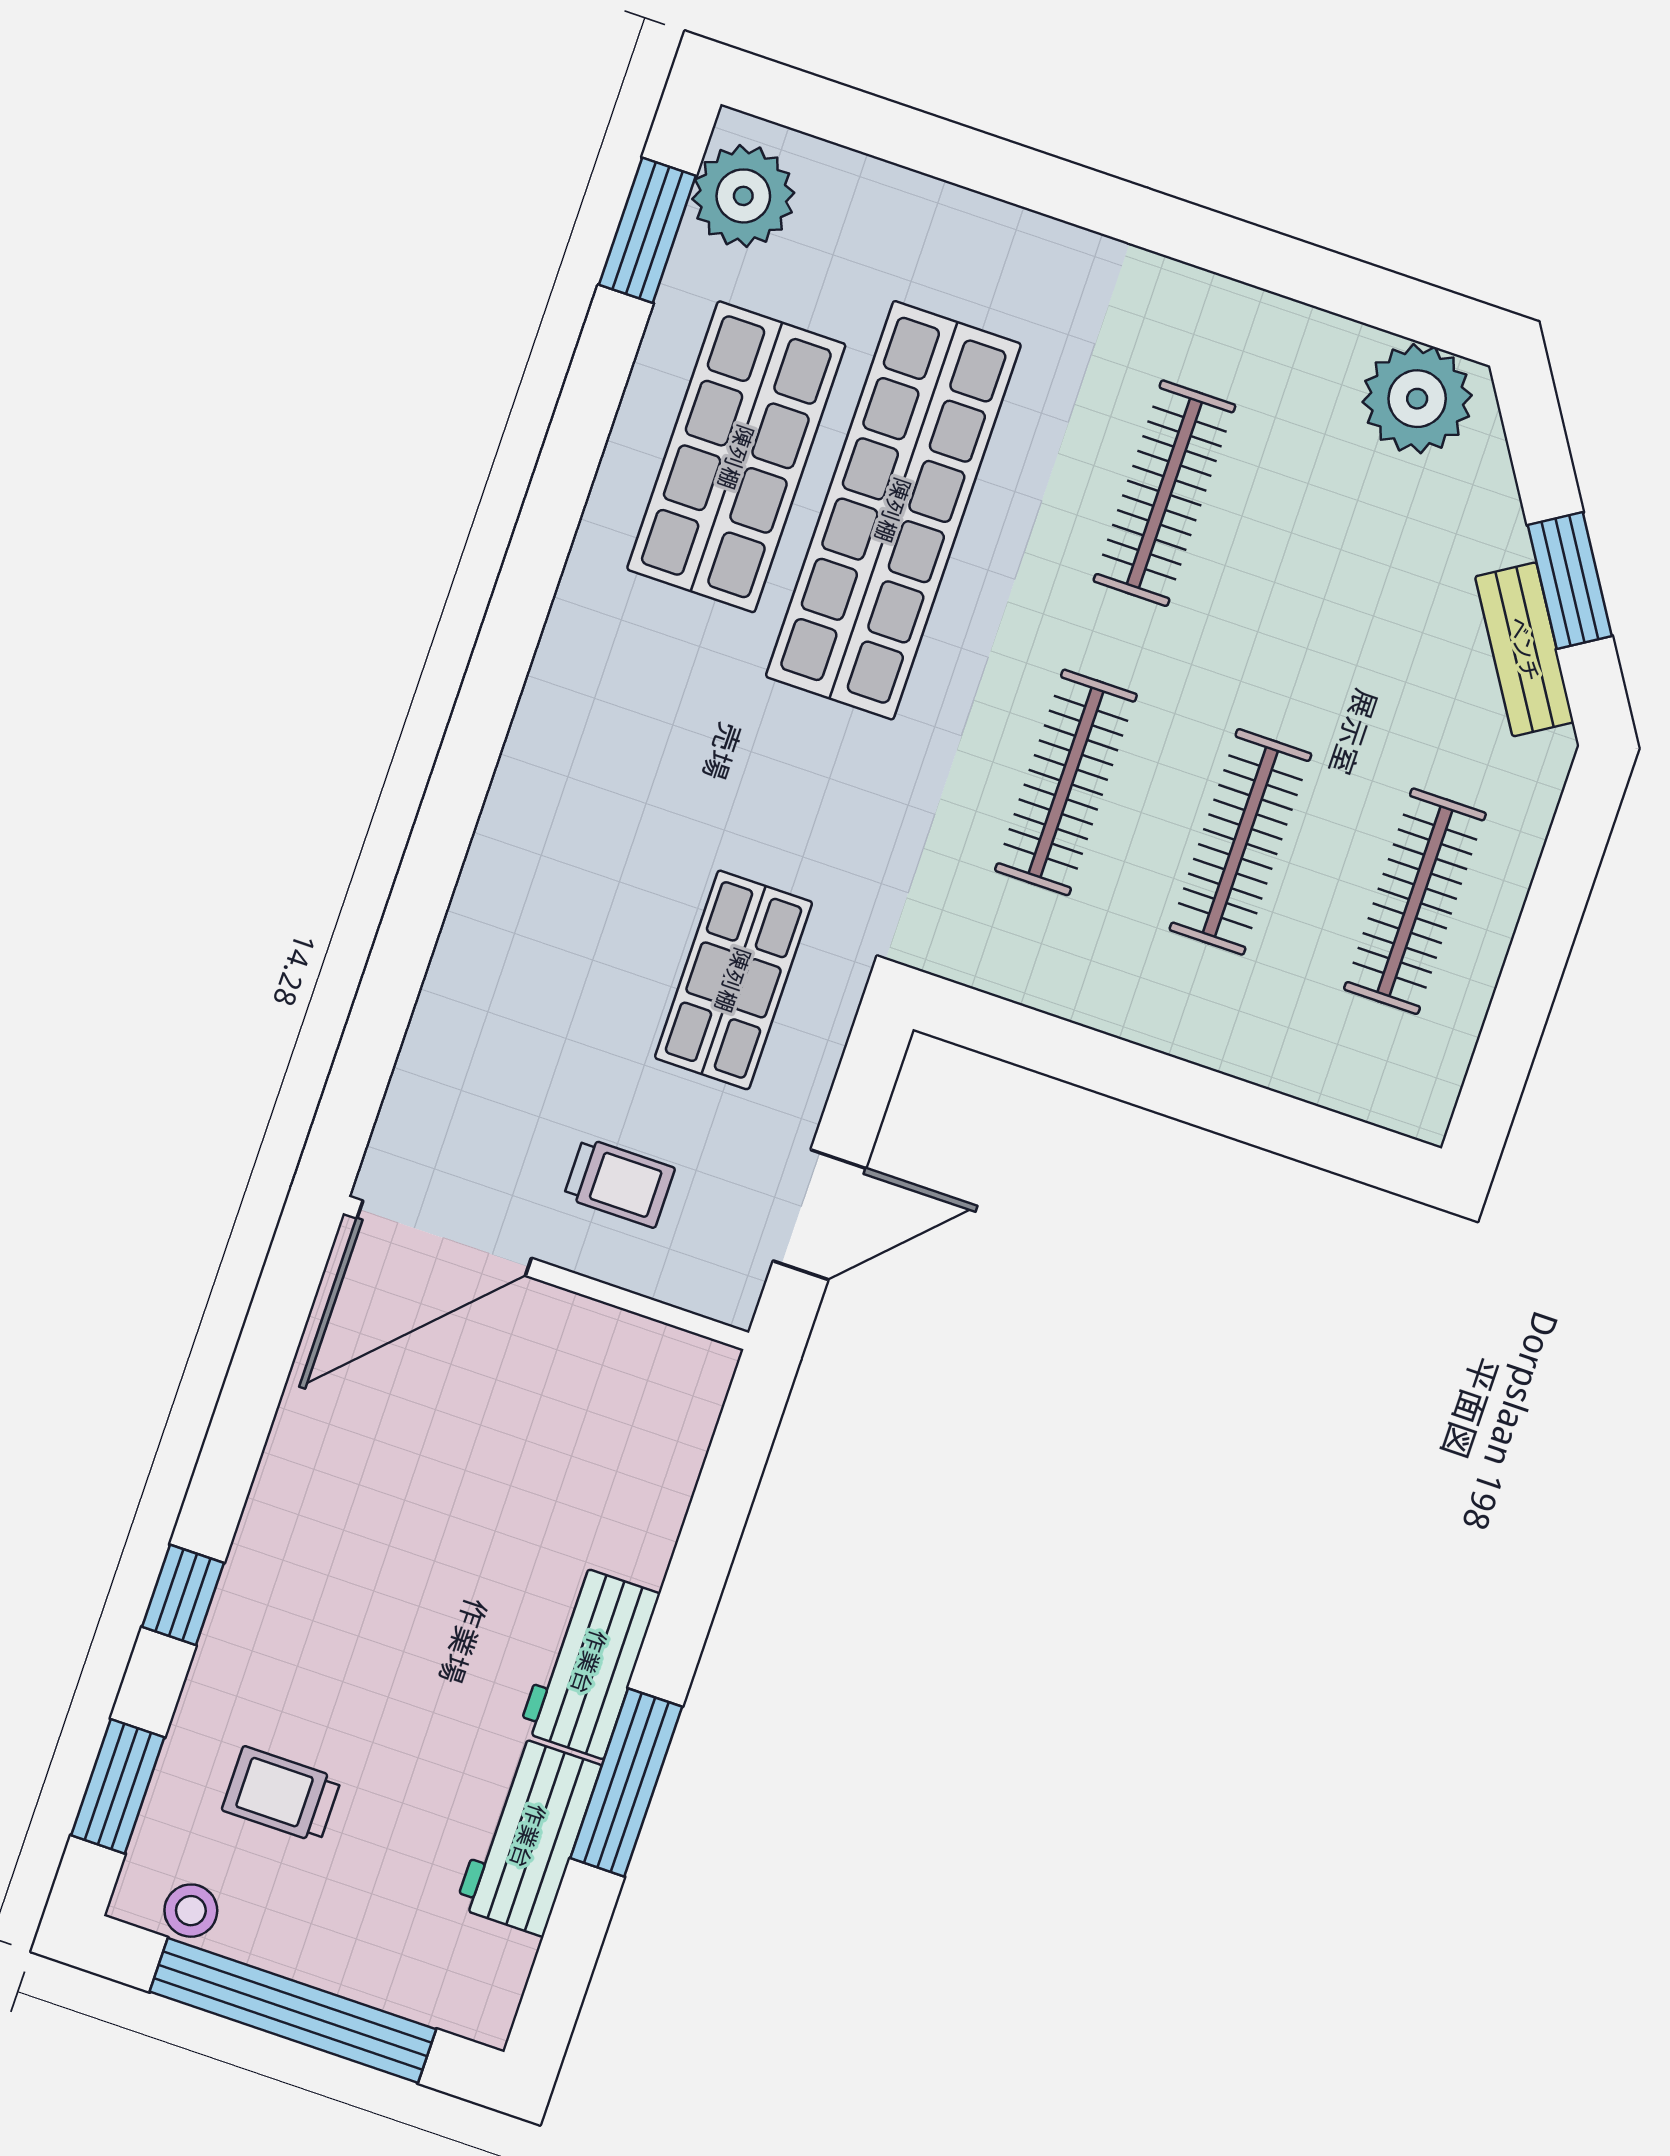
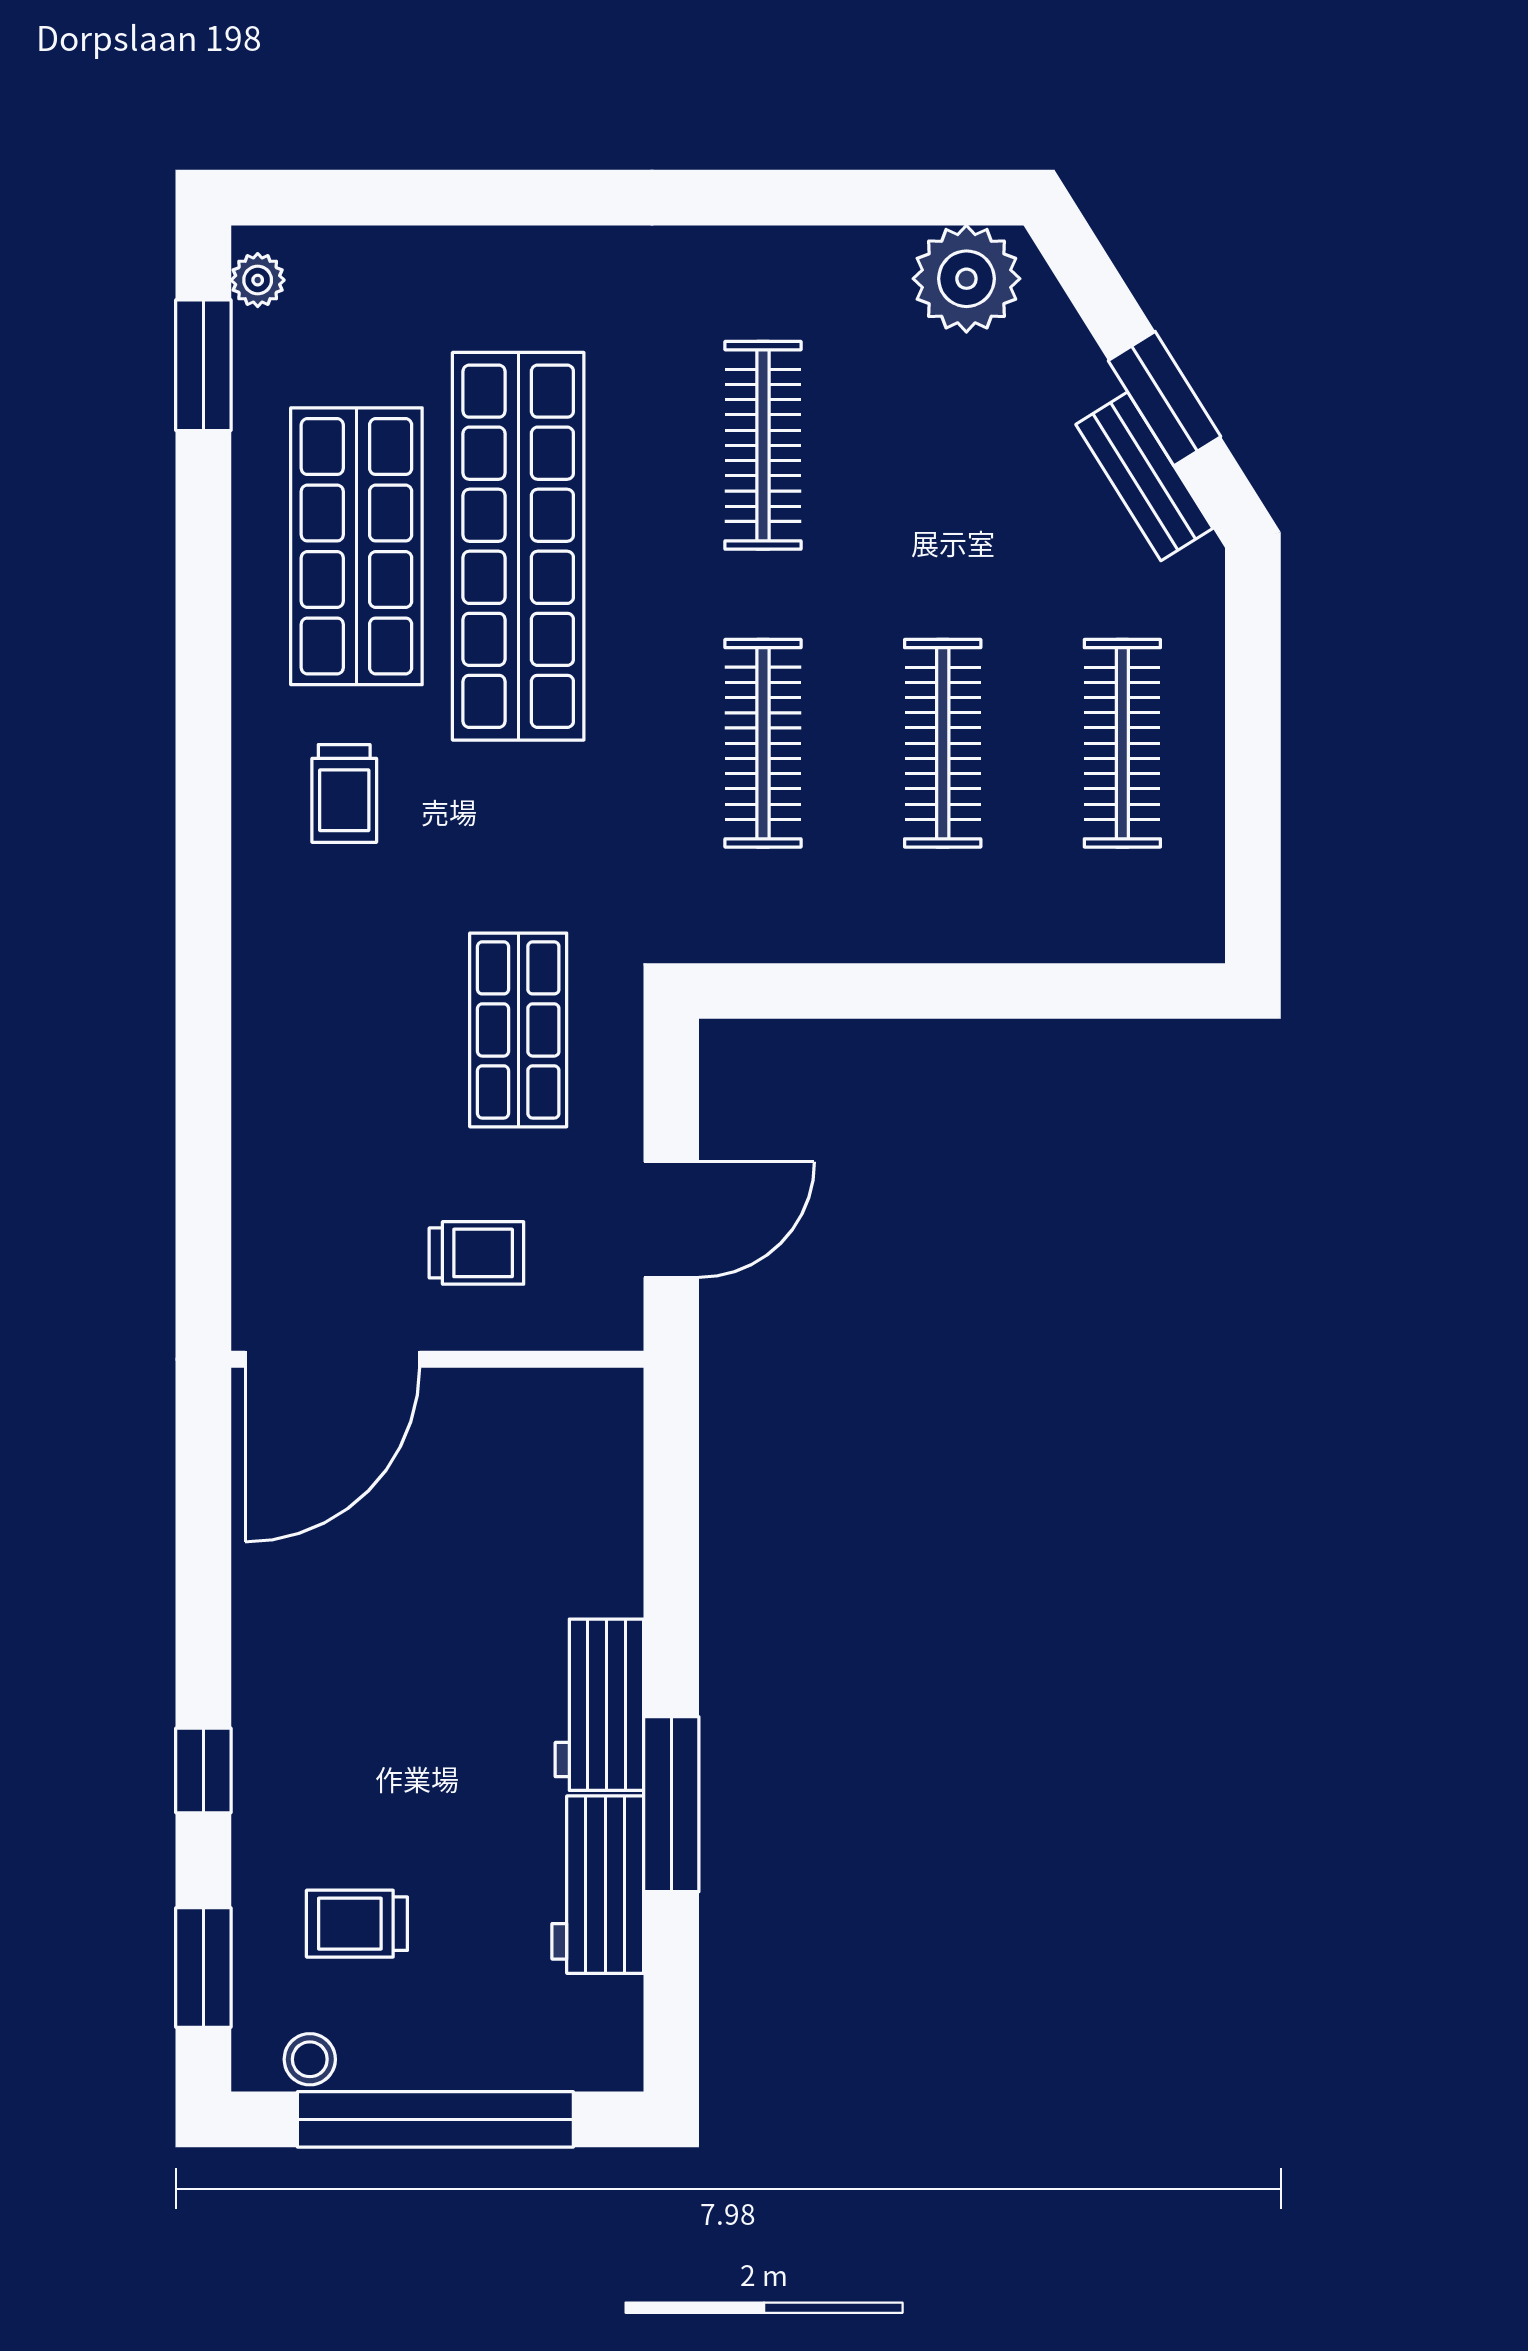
plant: (743, 196) -> (258, 280), width x0.53, depth x0.53
trolley: (643, 693) -> (344, 793), added

